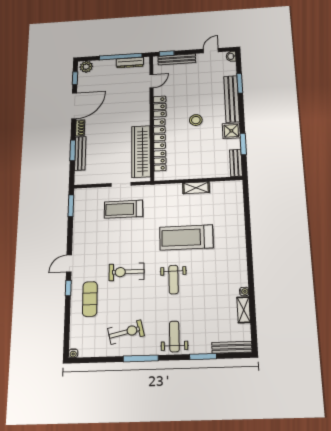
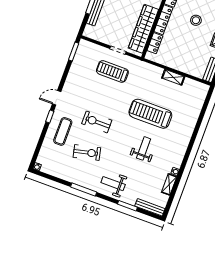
weight bench: (173, 280) -> (144, 148), moved, turned 180
exercise bike: (126, 332) -> (87, 152), moved
weight bench: (174, 336) -> (113, 184), turned -90

